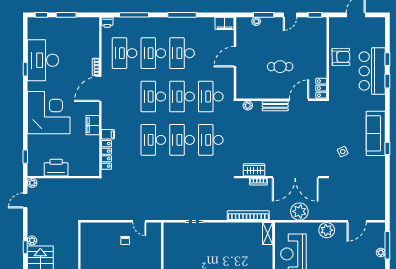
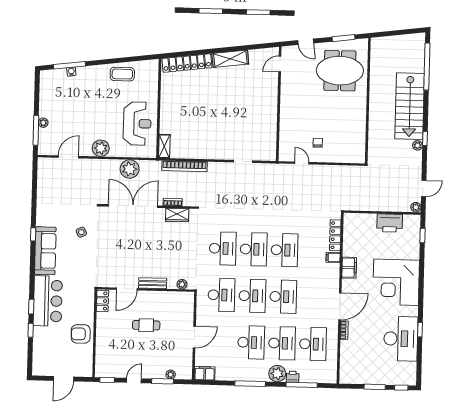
printer: (107, 22) -> (293, 377), moved
plant: (157, 25) -> (277, 374), added
bar counter: (372, 71) -> (48, 301), moved

